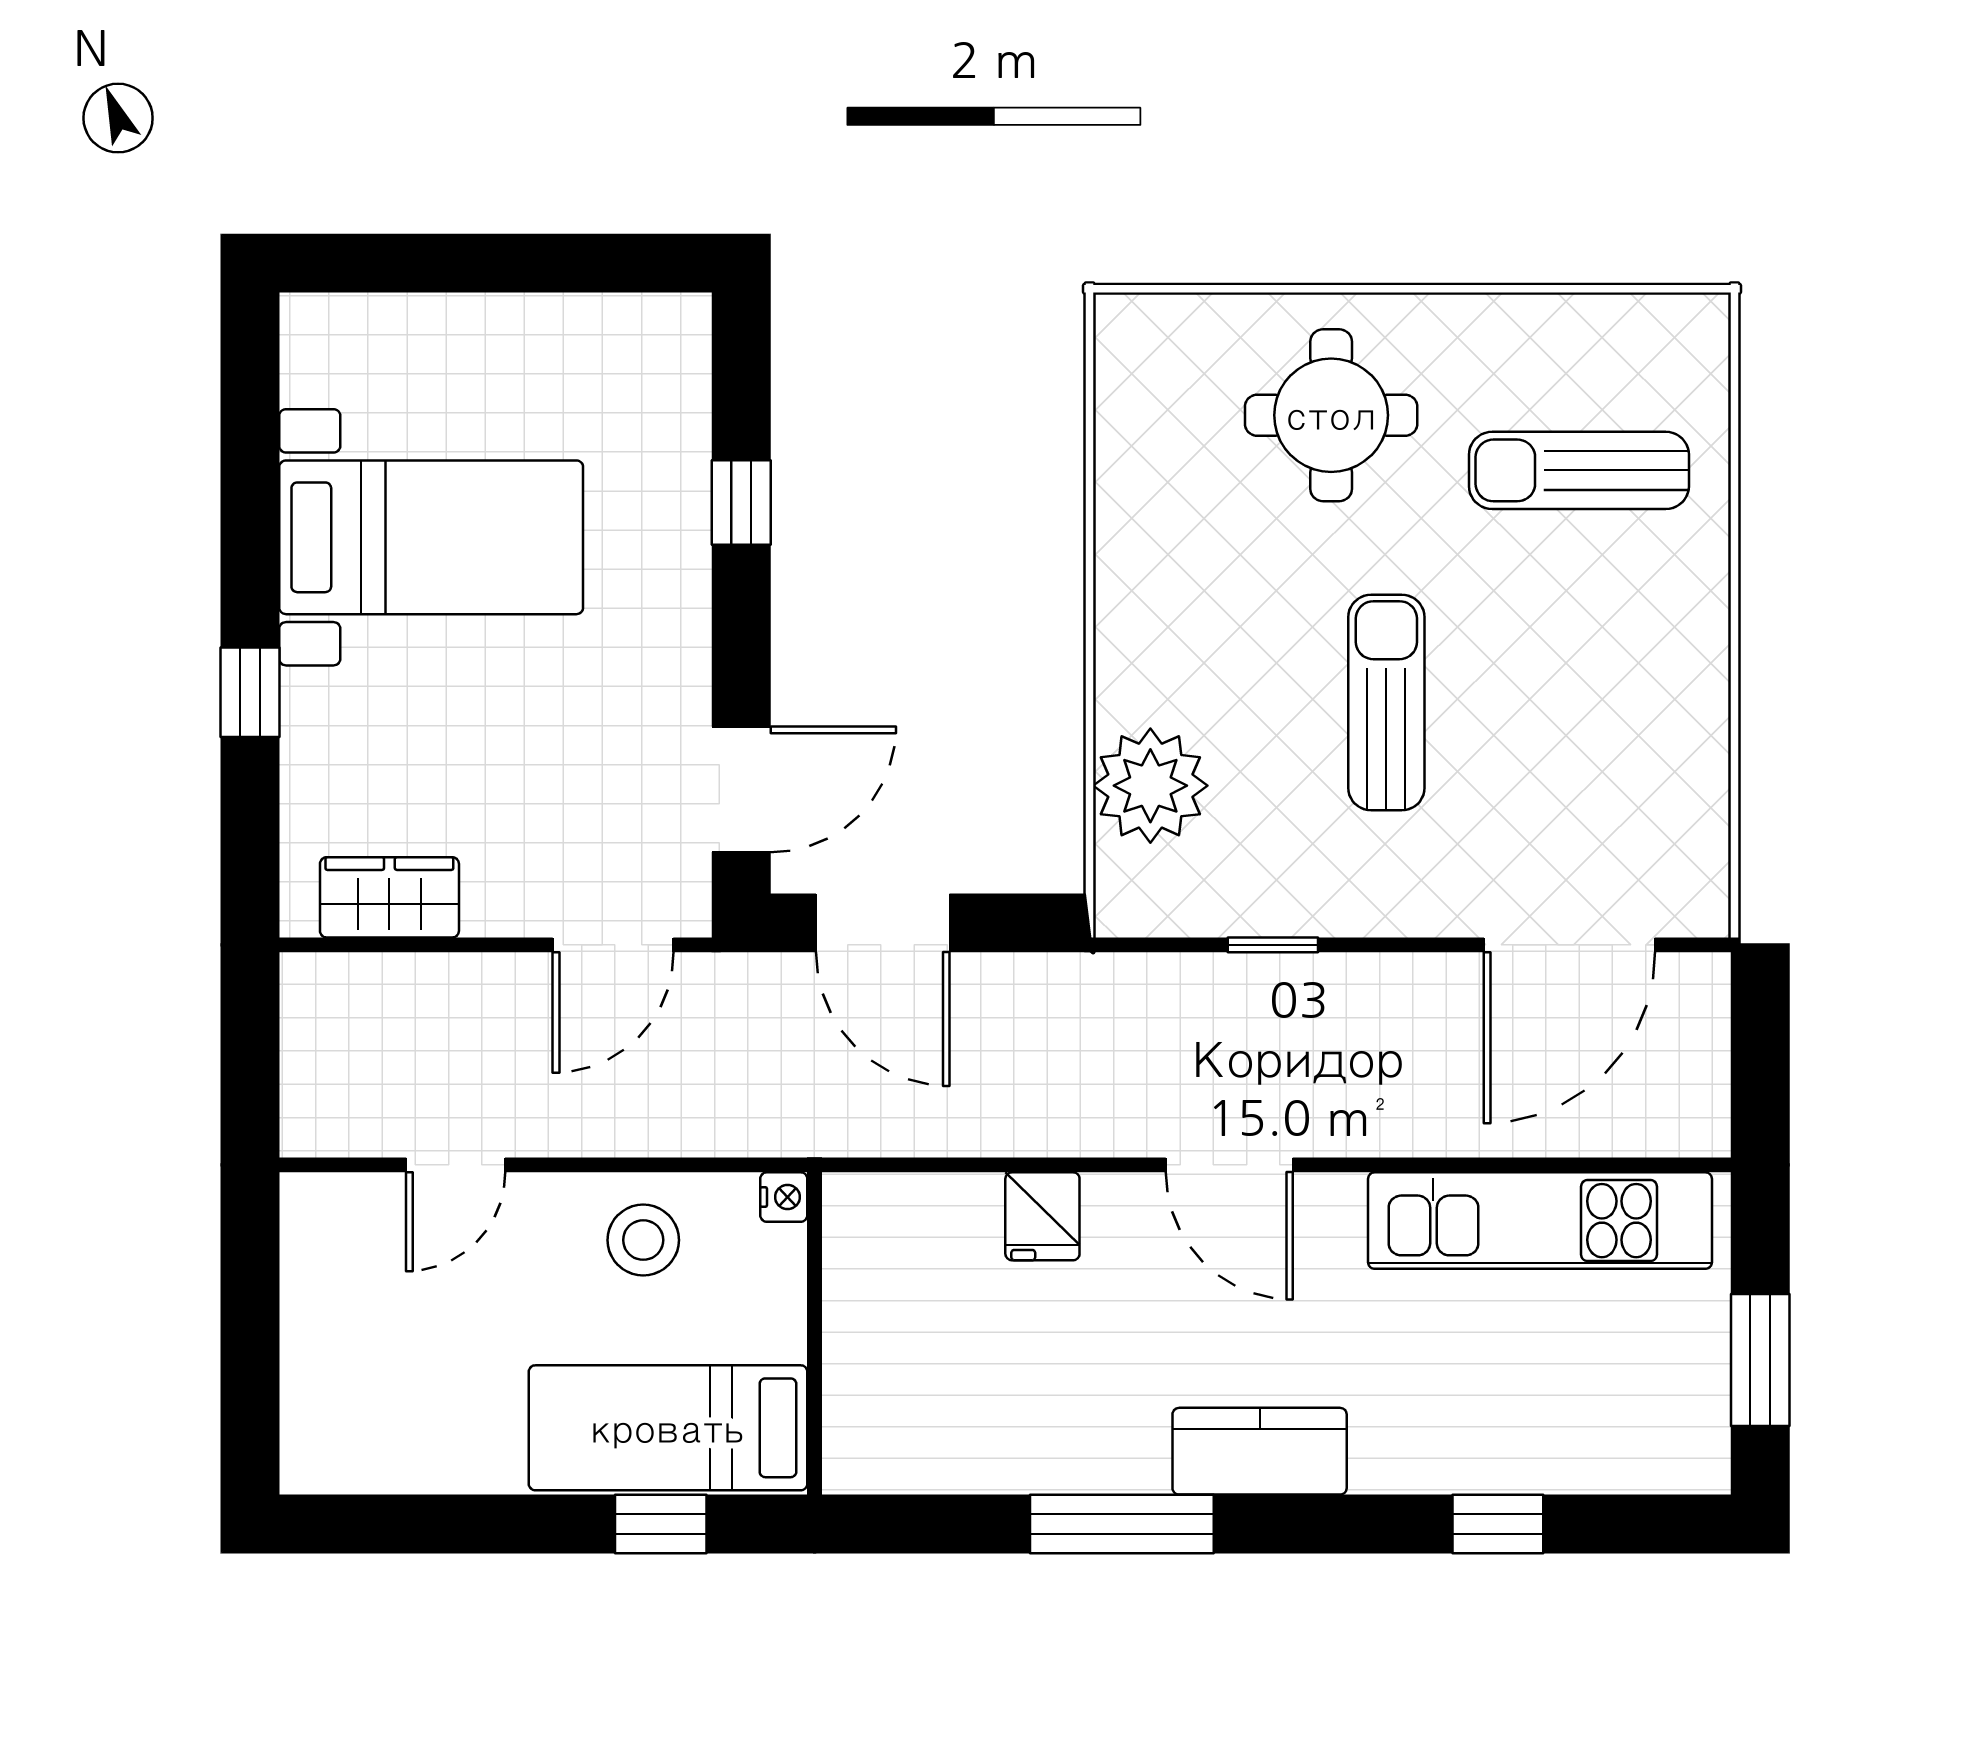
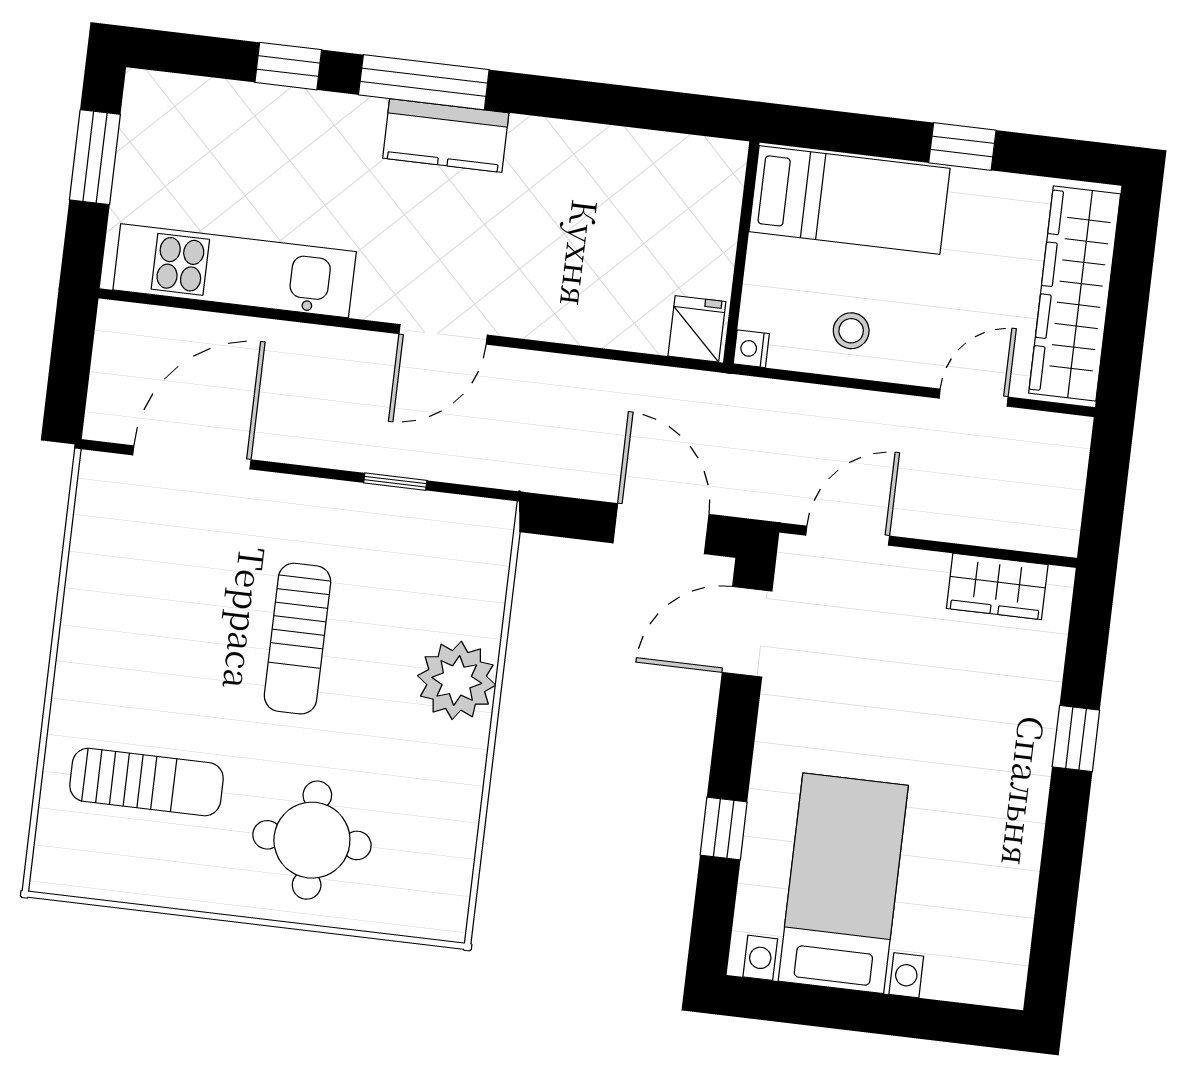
bed with nightstands: (431, 537) -> (843, 883), moved, turned 90
plant: (1150, 786) -> (457, 680), moved
door: (1229, 1165) -> (443, 334), swing flipped
fridge: (1042, 1216) -> (697, 329), moved
stool: (643, 1240) -> (851, 331), width x0.73, depth x0.73
wardrobe: (328, 1332) -> (1075, 294), added
window: (661, 1524) -> (962, 146), moved
window: (1122, 1524) -> (424, 82), moved

